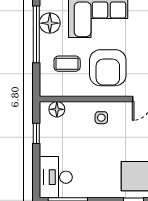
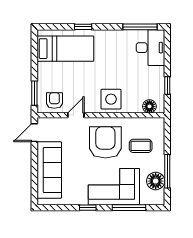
window: (36, 34) -> (167, 171), width x0.68
side table: (101, 118) -> (111, 99), width x1.87, depth x1.87

